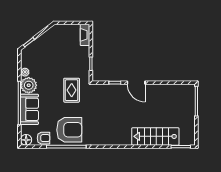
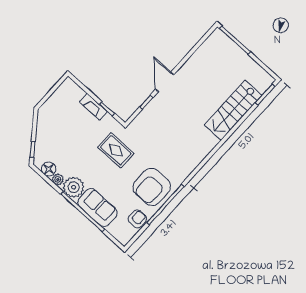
fireplace: (85, 35) -> (93, 107), moved
door: (136, 83) -> (165, 82), swing flipped
armchair: (69, 130) -> (152, 187), turned 180
floor lamp: (26, 140) -> (49, 169), moved

